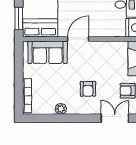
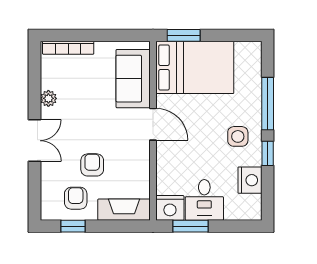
armchair: (88, 89) -> (92, 165), moved, turned 90
double door: (115, 118) -> (34, 141), moved

